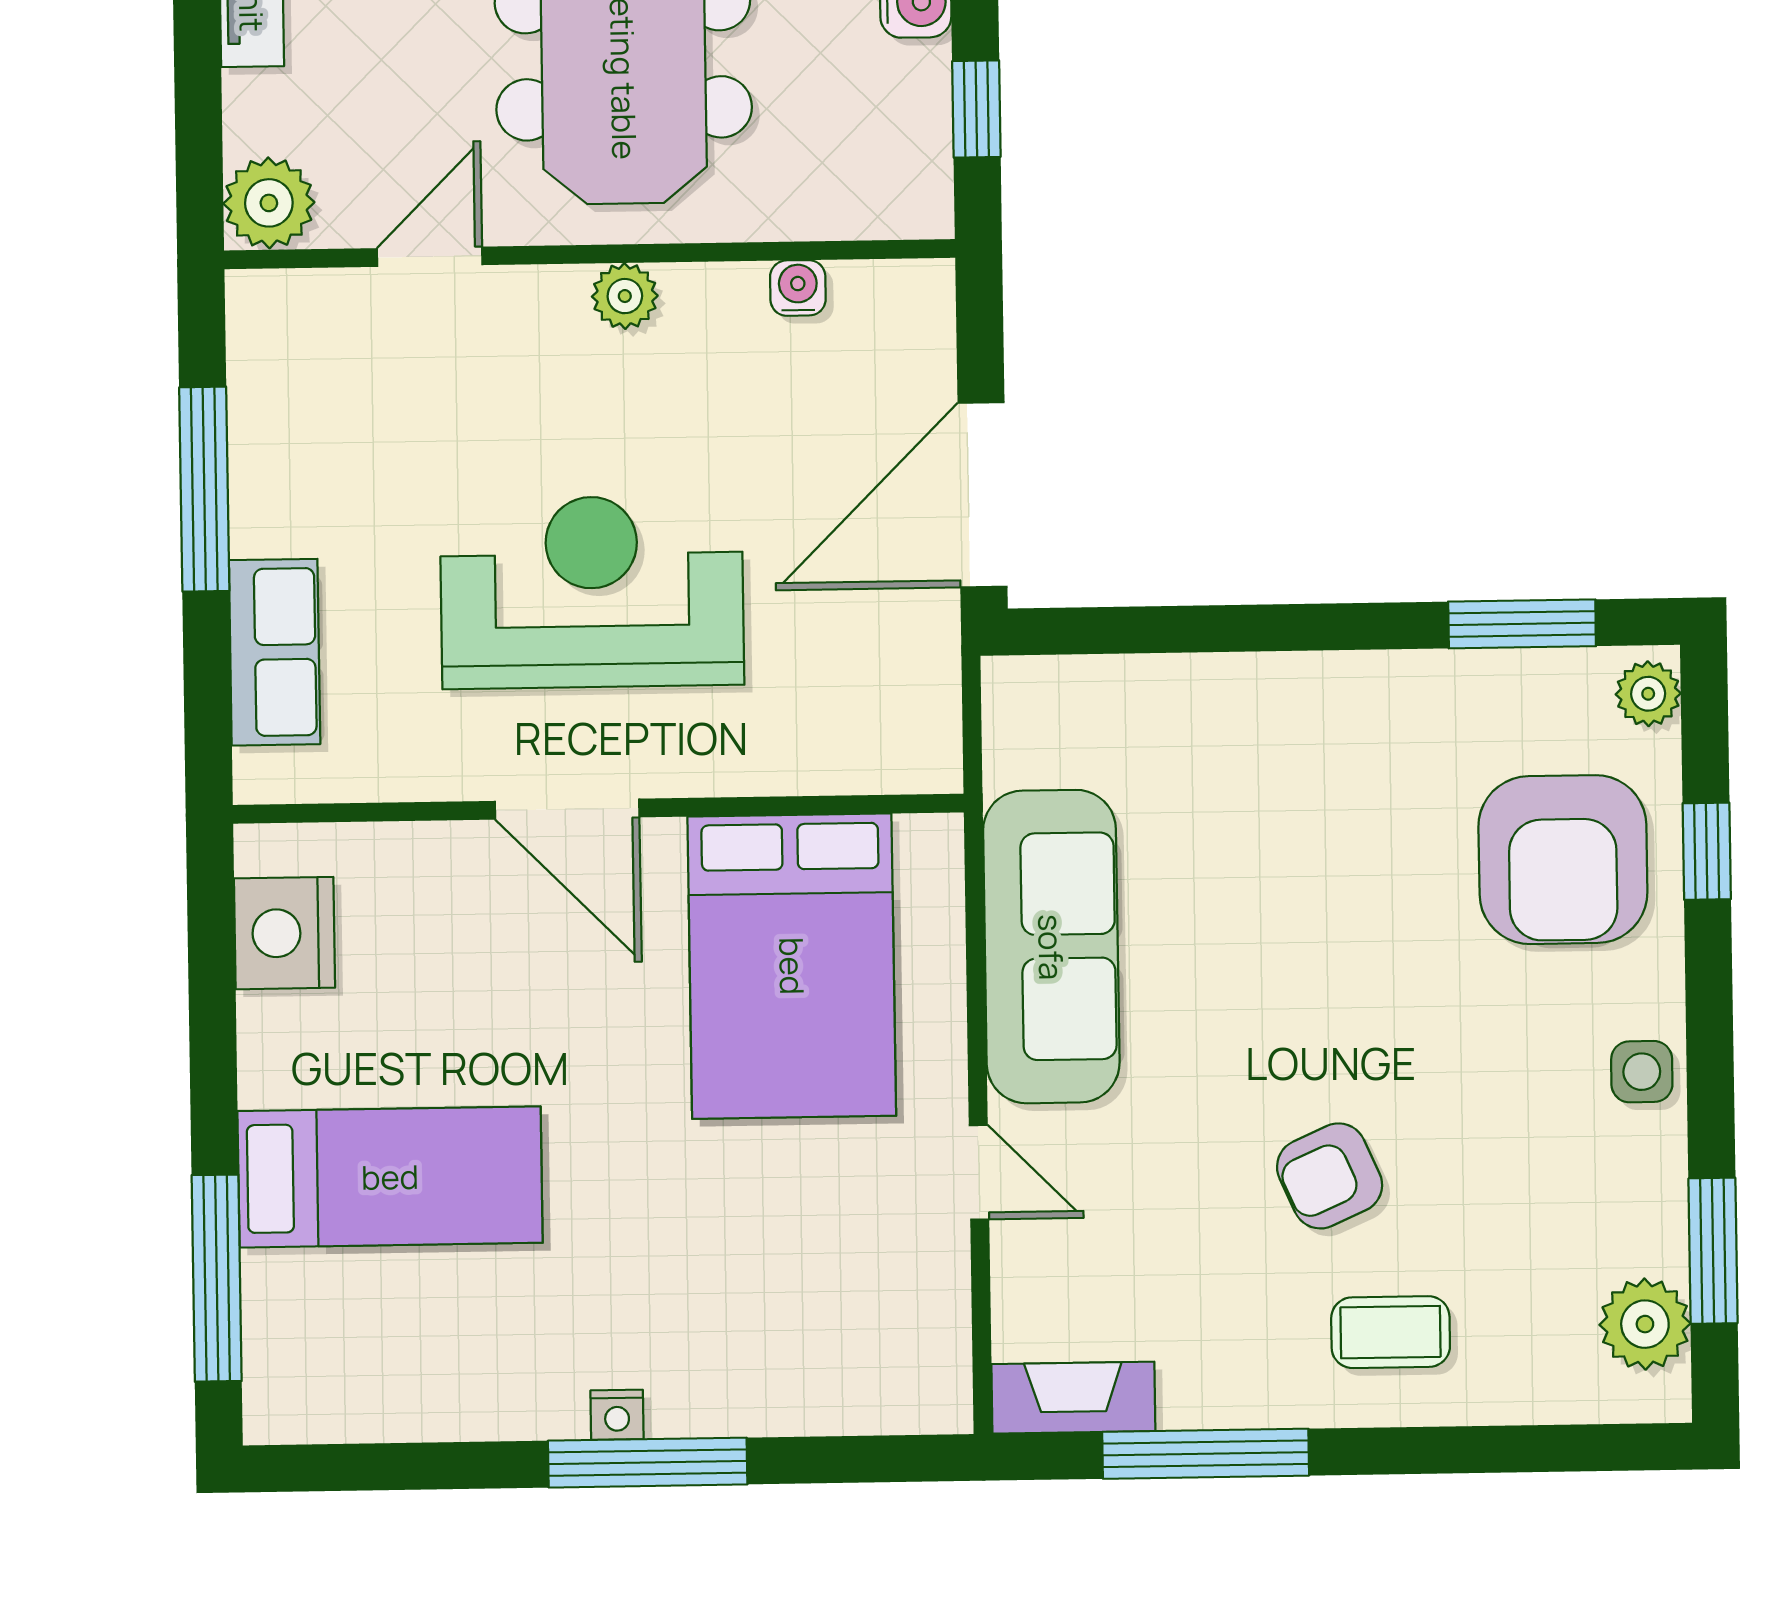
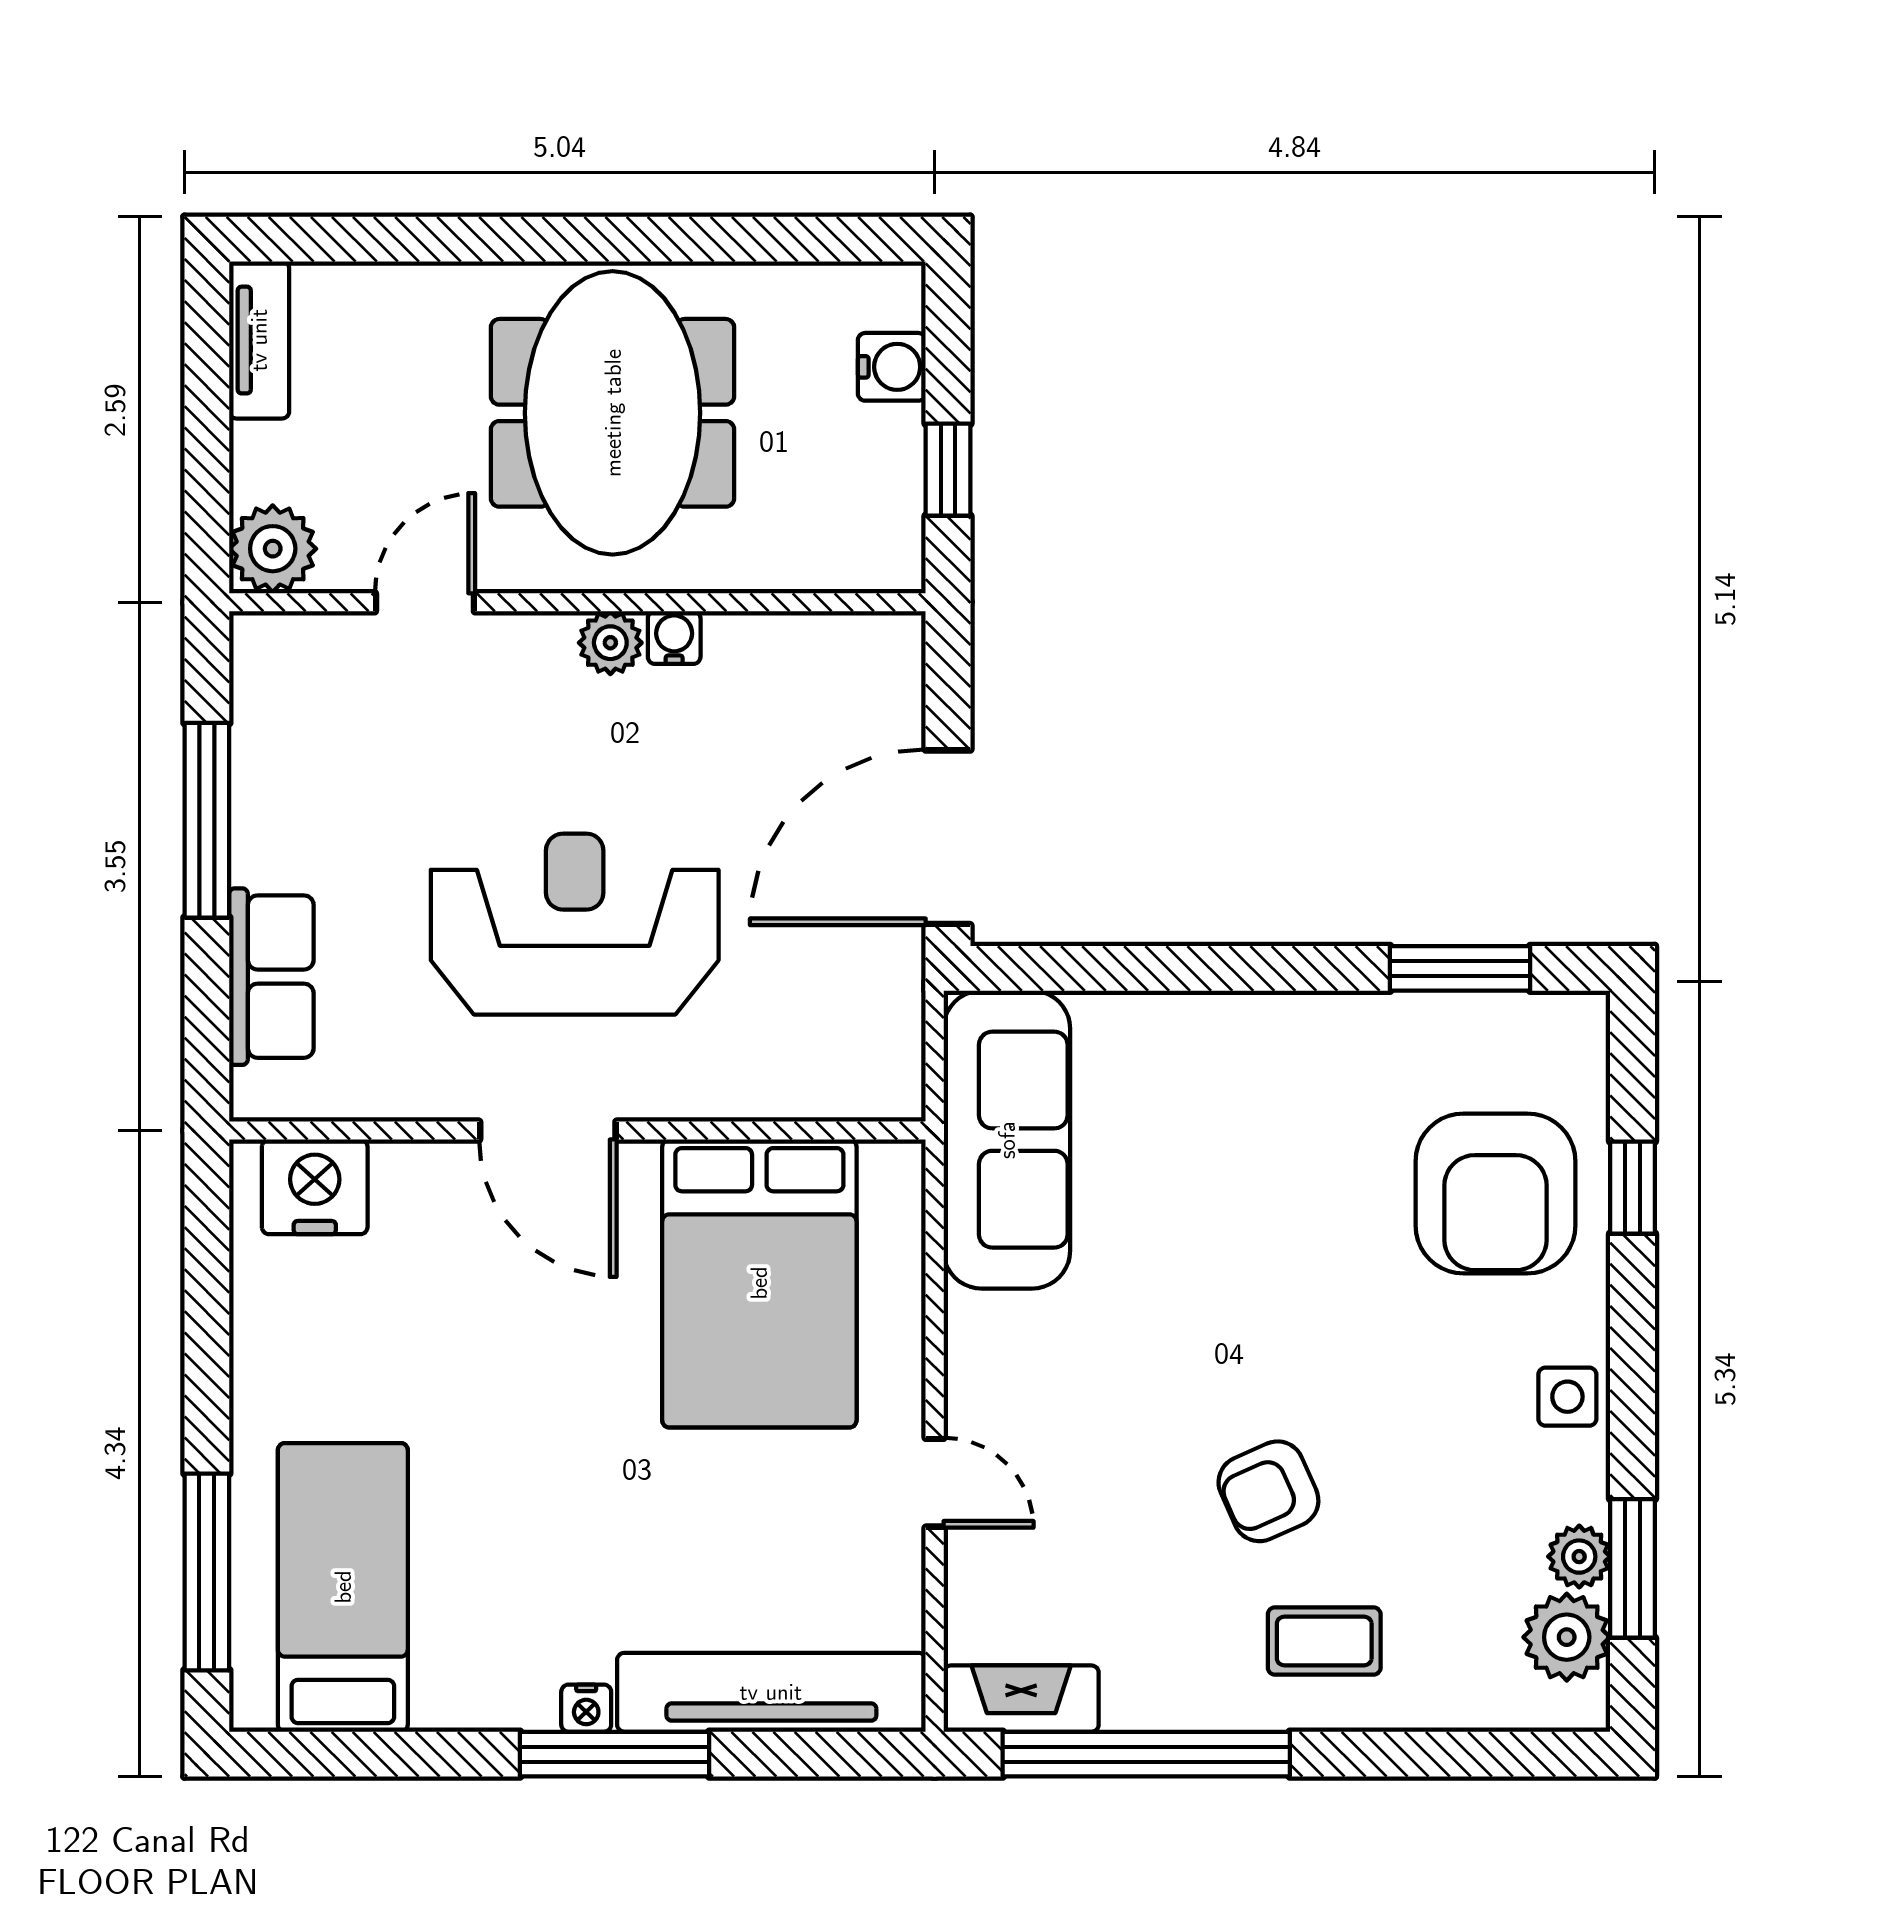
water cooler: (798, 288) -> (674, 638), moved
plant: (1648, 694) -> (1579, 1557), moved
nightstand: (284, 933) -> (315, 1187), moved, turned 90
sofa: (1051, 947) -> (1007, 1140), moved
bed: (390, 1177) -> (343, 1587), moved, turned -90
tv unit: (811, 1395) -> (771, 1692), added
window: (1206, 1454) -> (1146, 1754), width x1.46

